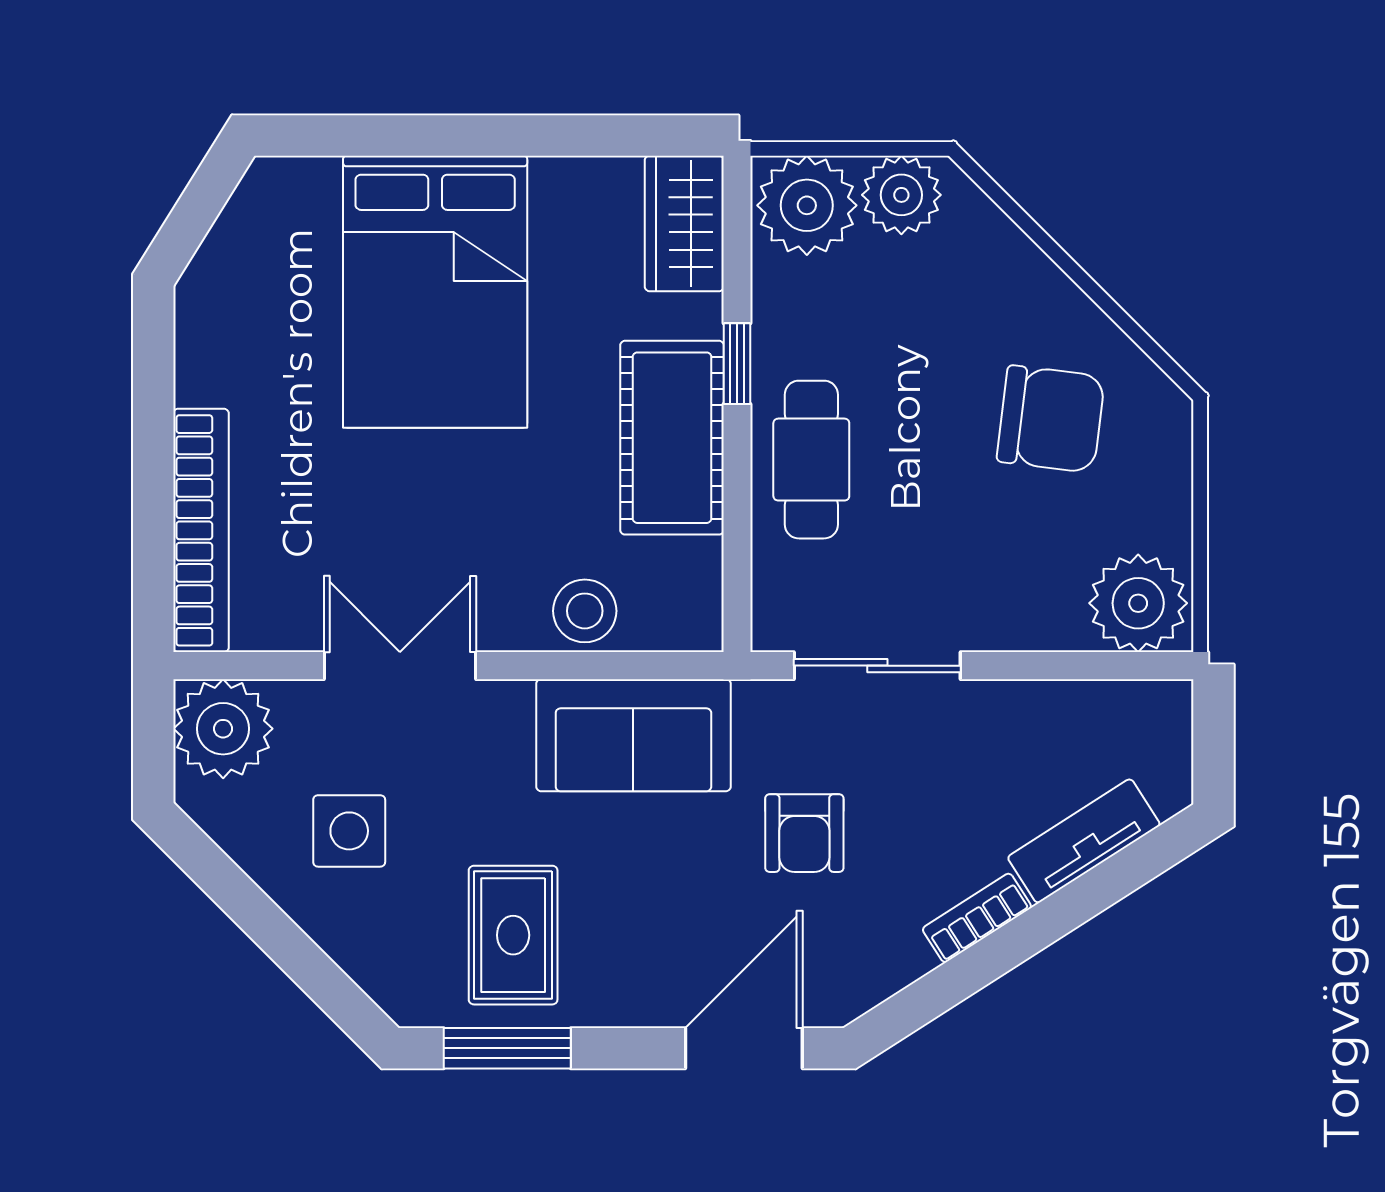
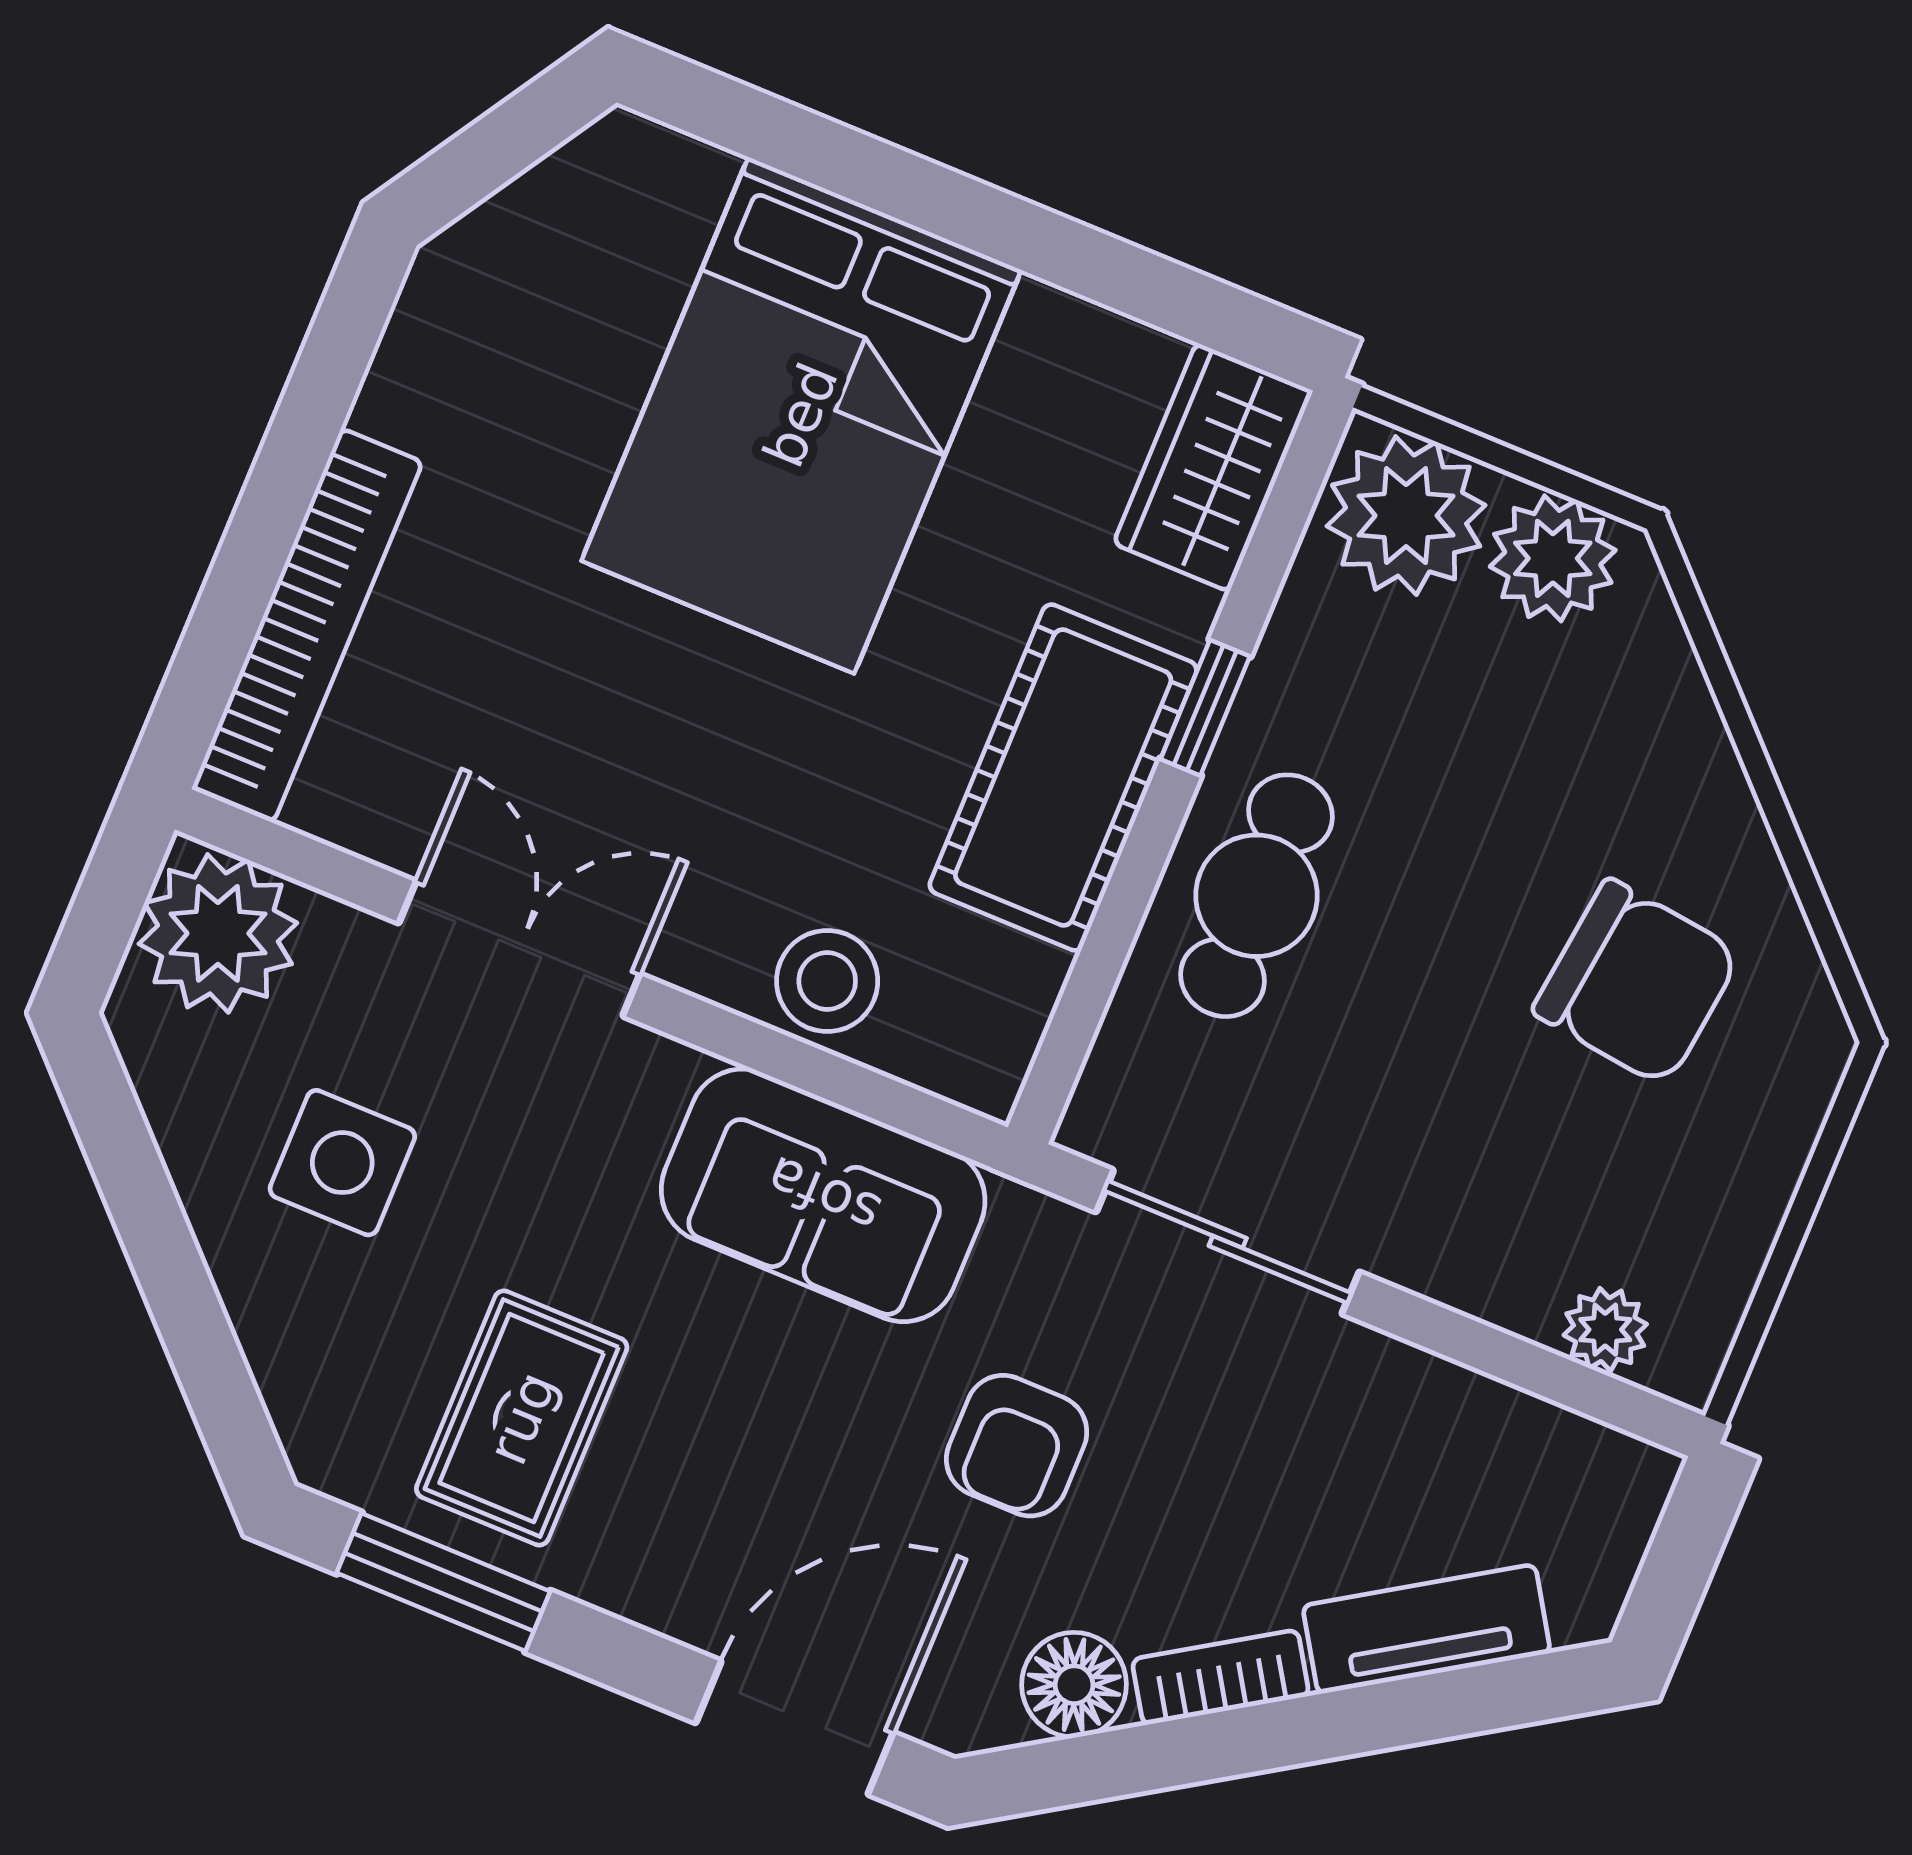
plant: (1138, 603) -> (1605, 1330), width x0.53, depth x0.53
floor lamp: (894, 957) -> (1074, 1685), added

